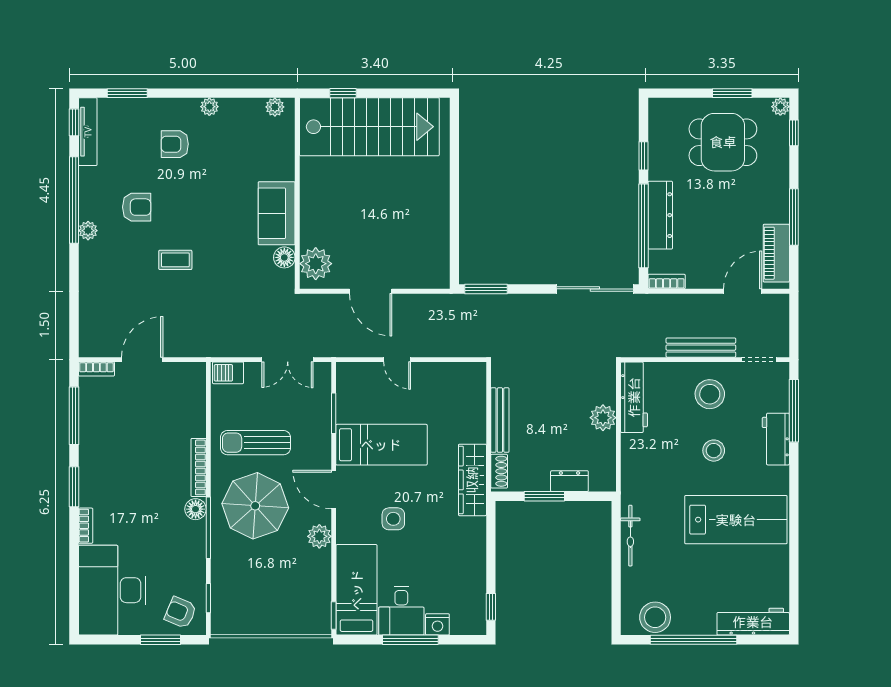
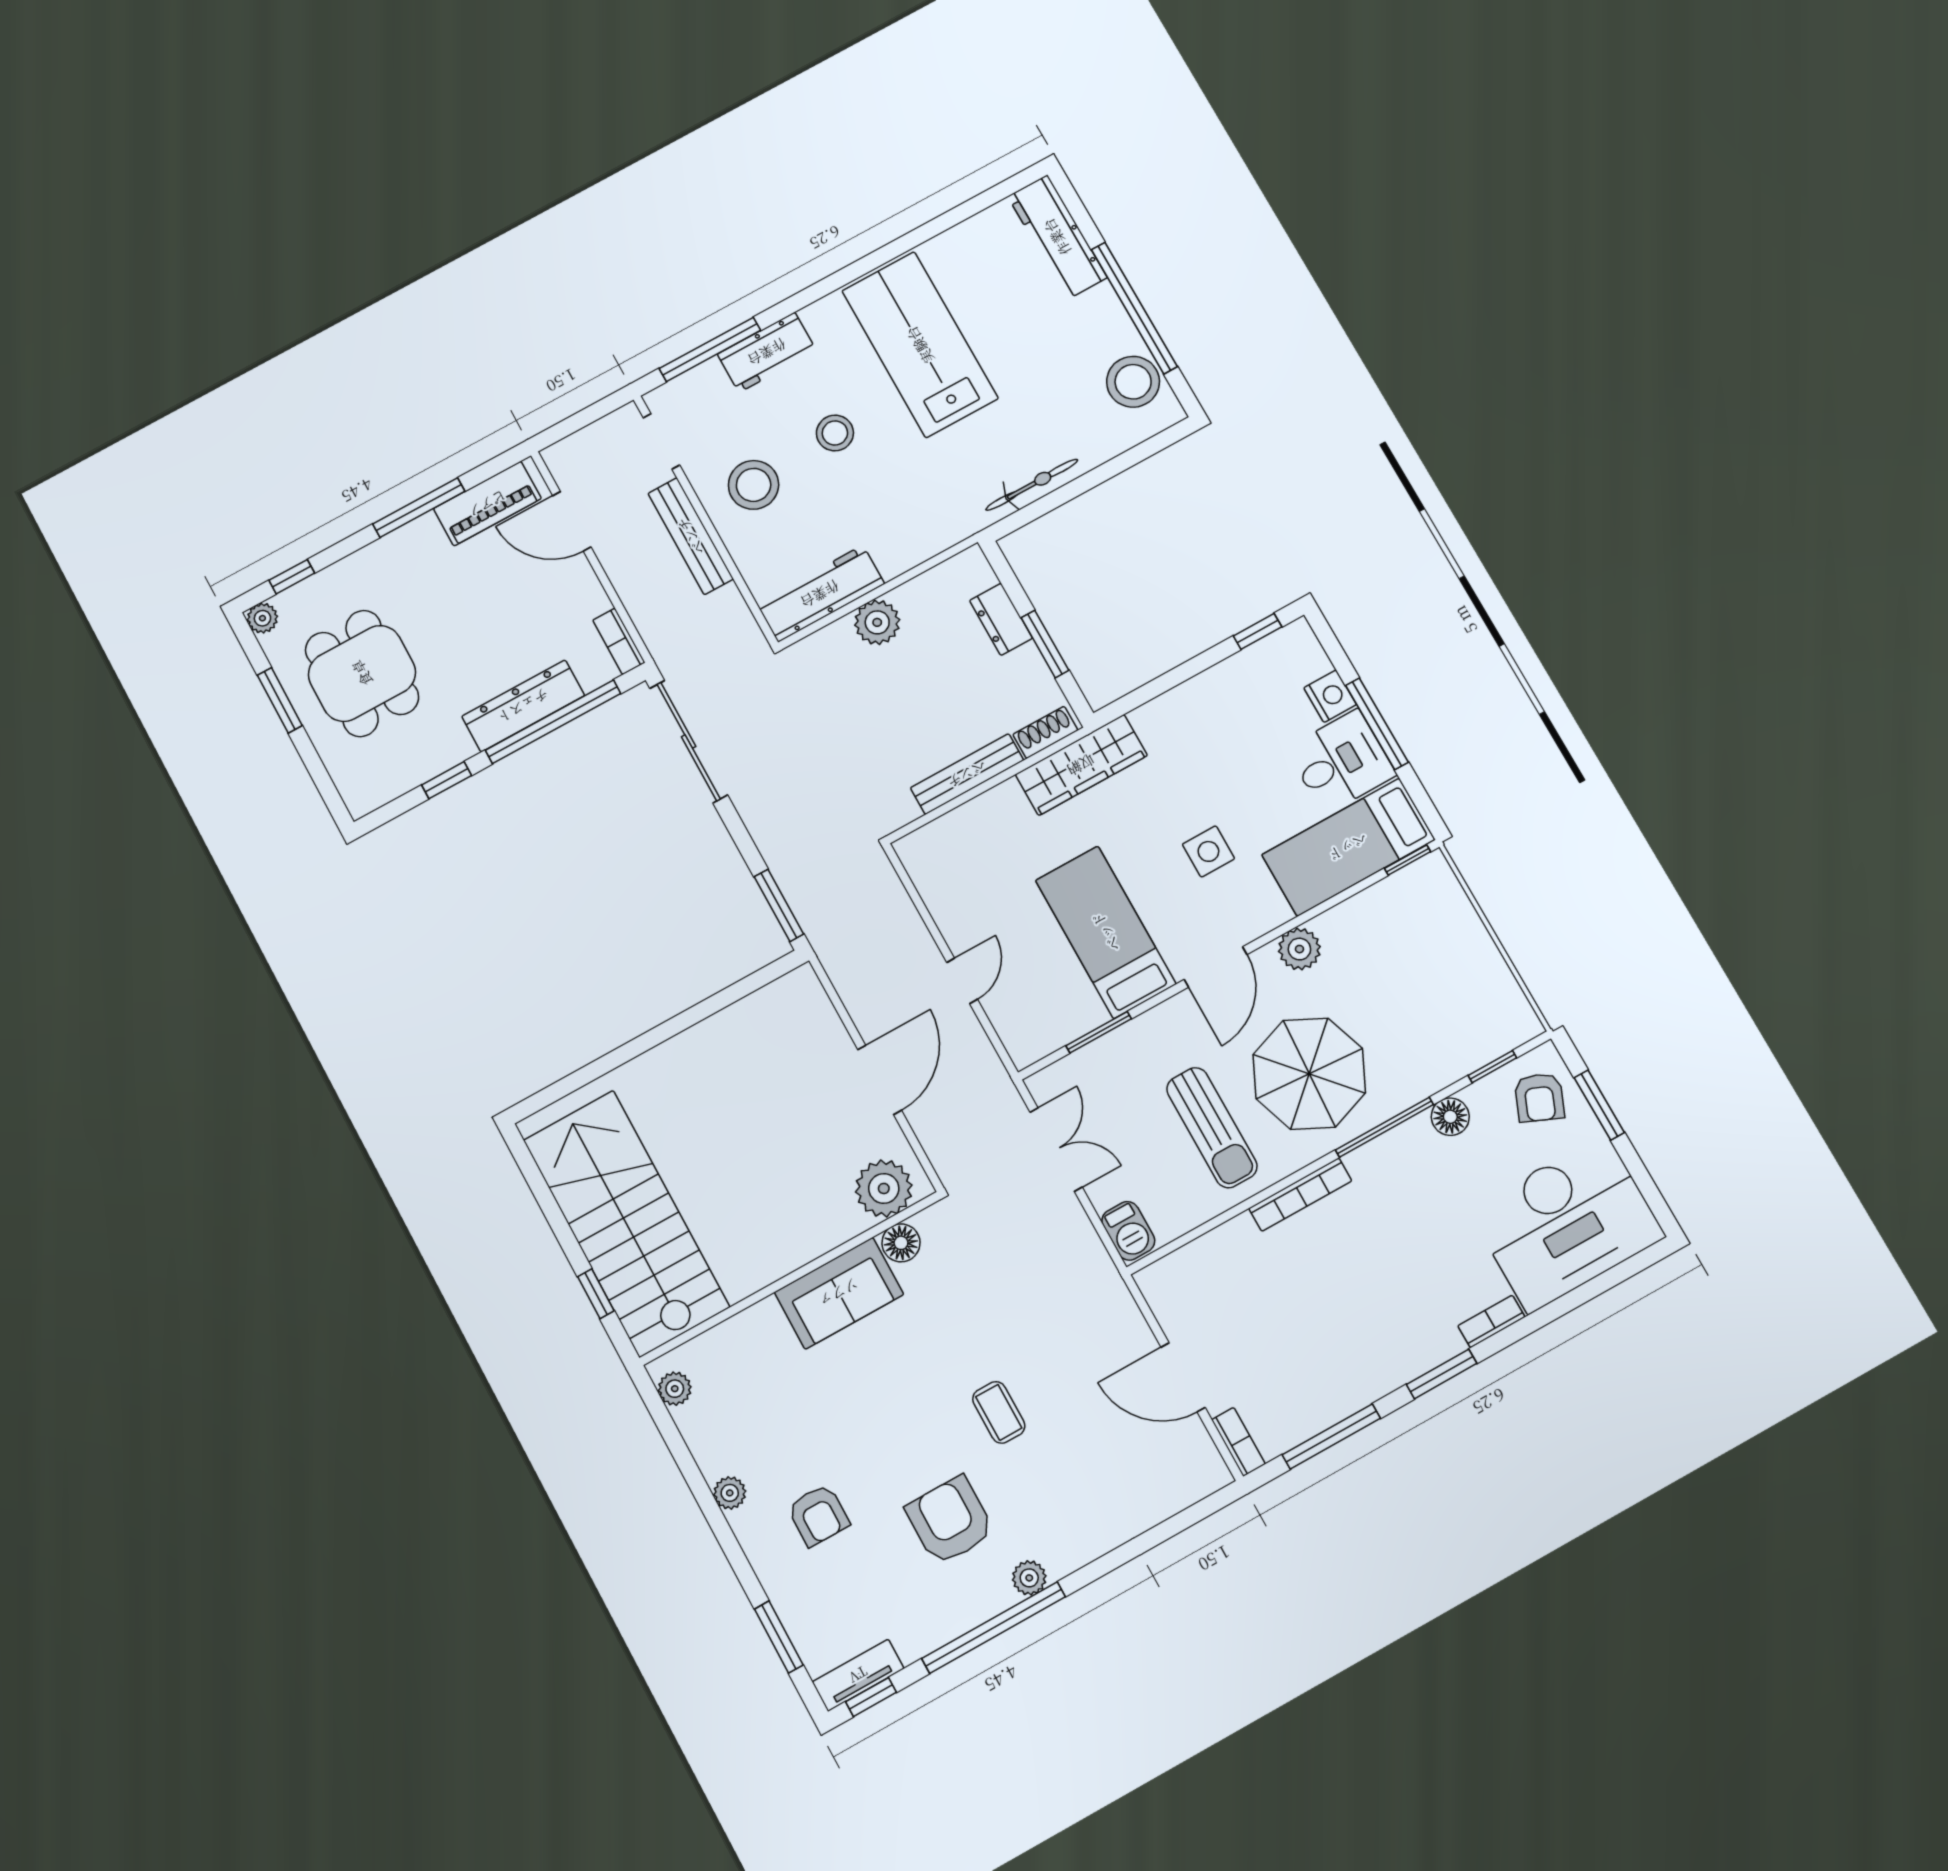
tv unit: (88, 132) -> (858, 1675), width x0.71
armchair: (137, 207) -> (950, 1521), width x1.38, depth x1.38
floor lamp: (196, 509) -> (1450, 1117), moved

